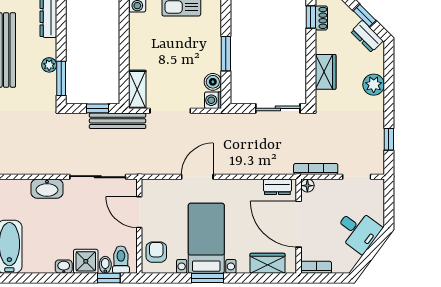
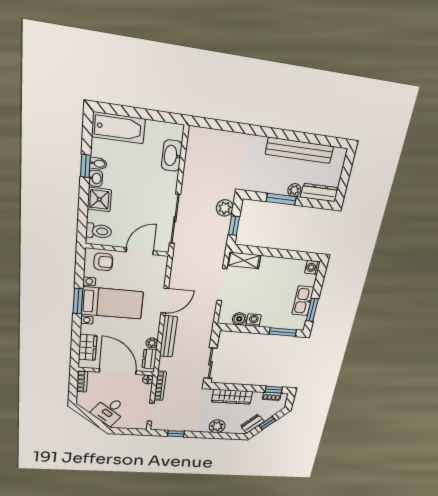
window: (226, 54) -> (283, 332), moved
plant: (49, 65) -> (294, 190), moved
wardrobe: (326, 72) -> (232, 397), width x1.50
window: (61, 78) -> (281, 199), moved
washing machine: (213, 100) -> (254, 320), moved
bench: (118, 121) -> (168, 337), moved
plant: (79, 122) -> (225, 208), added
door: (197, 177) -> (165, 301), hinge flipped
plant: (255, 186) -> (152, 343), added
washbasin: (47, 189) -> (172, 156), moved
door: (299, 224) -> (118, 372), hinge flipped
bidet: (105, 265) -> (98, 164), moved
window: (109, 278) -> (85, 166), moved

